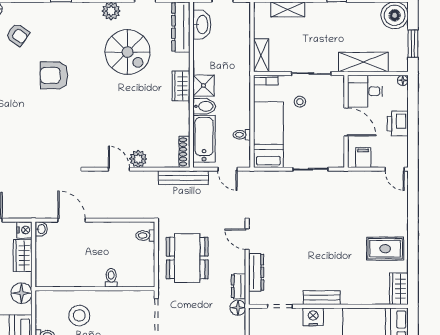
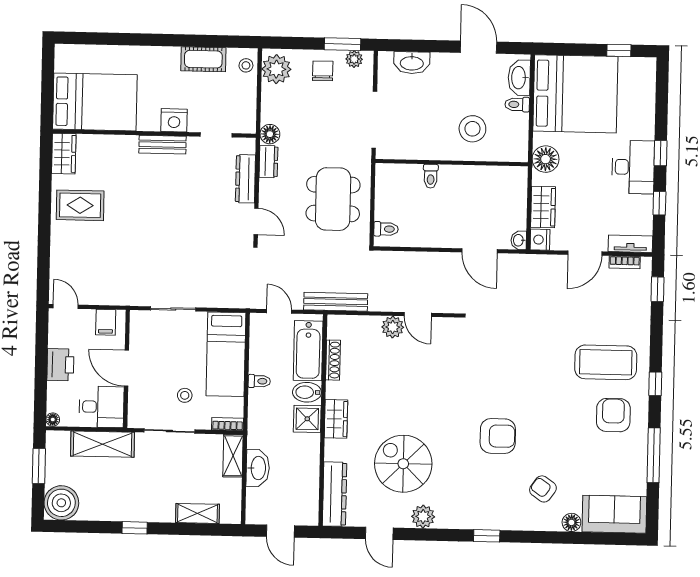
washbasin: (202, 25) -> (258, 468), moved, turned 180
toilet: (242, 135) -> (259, 381), moved
shoe rack: (184, 152) -> (333, 360), moved

